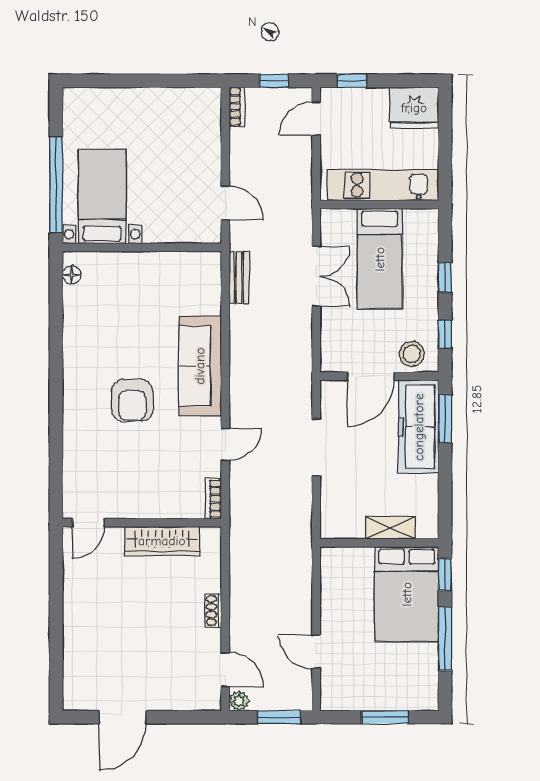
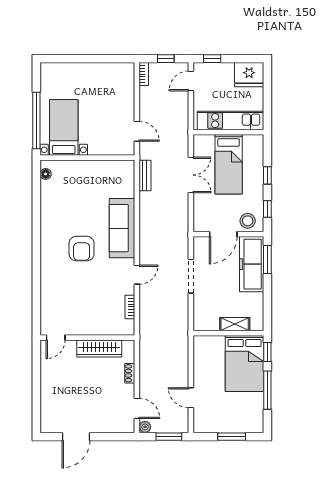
door: (88, 523) -> (56, 338), moved
wall: (142, 523) -> (87, 338), moved
wardrobe: (162, 541) -> (99, 349), moved

